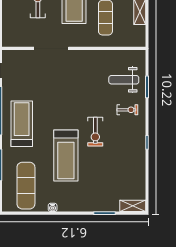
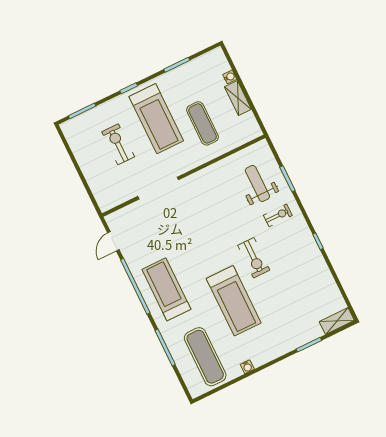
weight bench: (124, 80) -> (257, 183), turned 90

